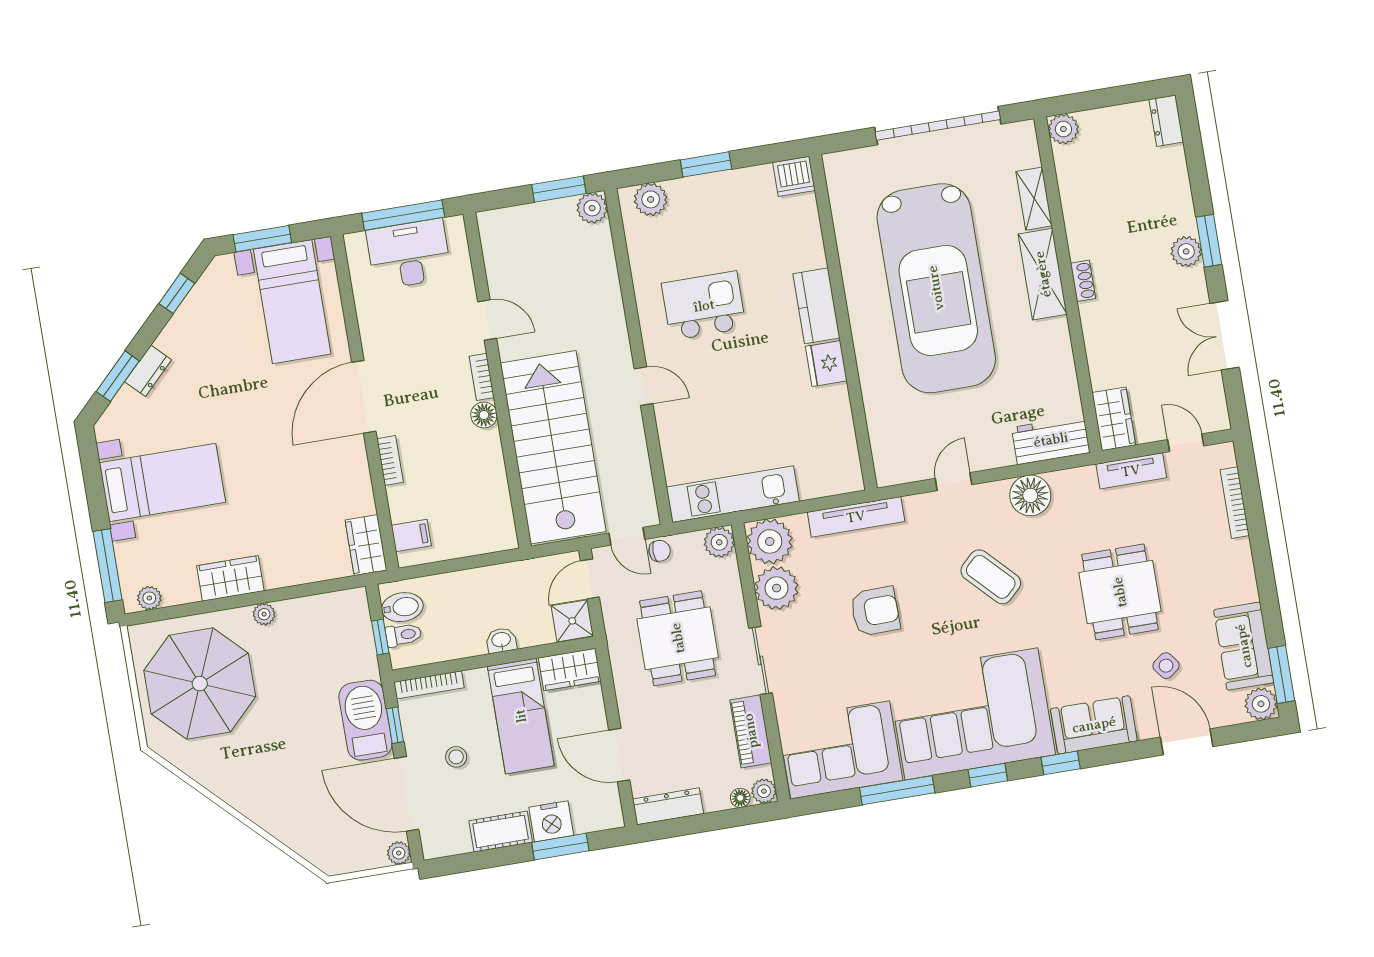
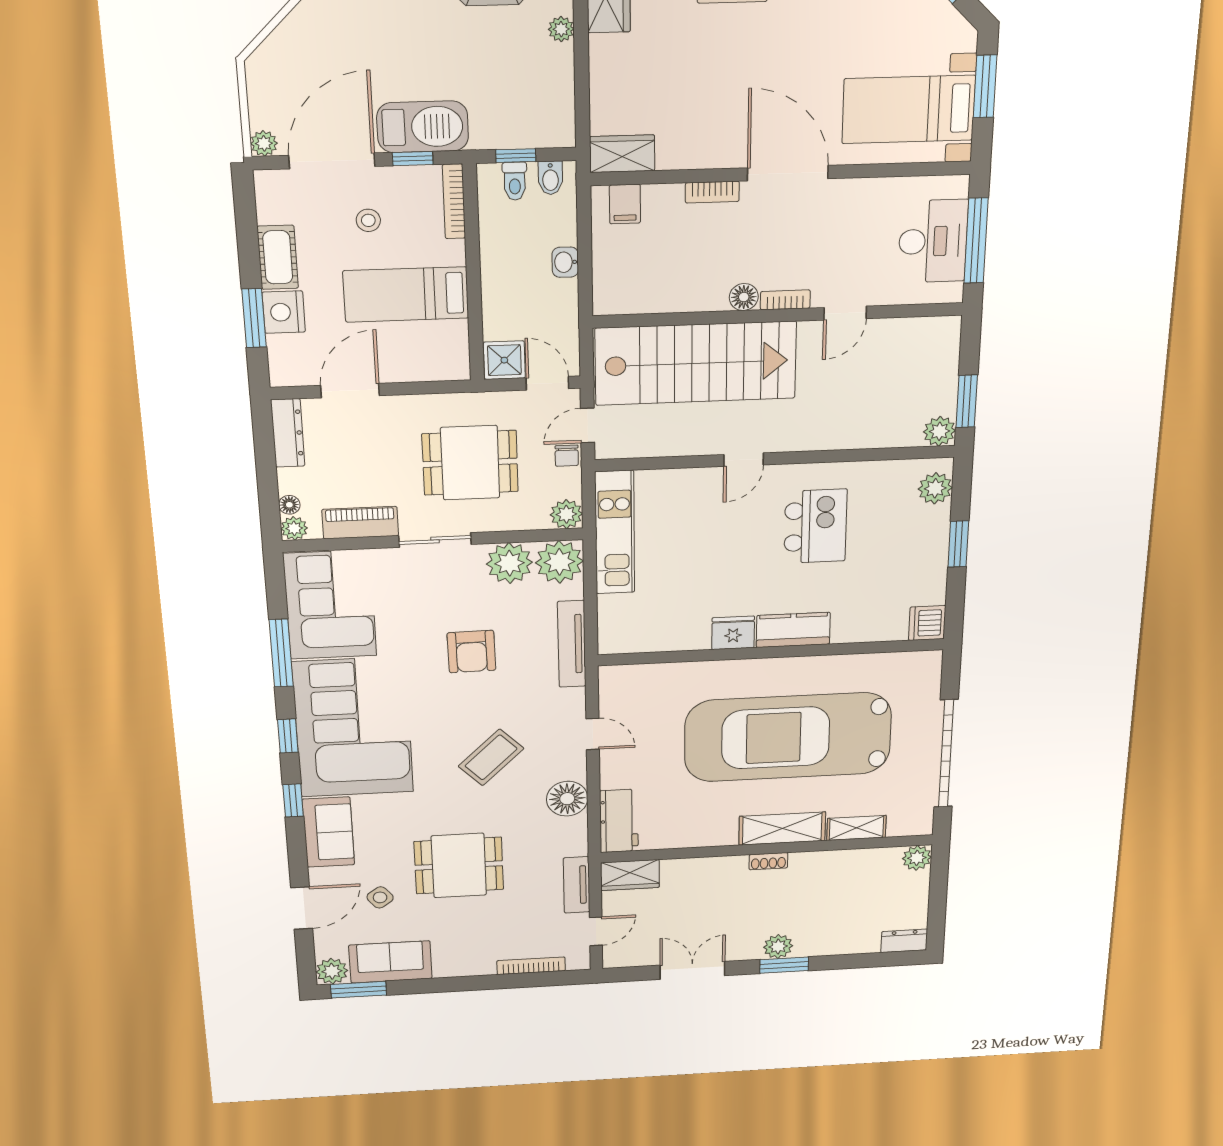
bidet: (402, 607) -> (550, 178), width x0.72, depth x0.74
washbasin: (501, 640) -> (565, 262), moved, turned 180
wardrobe: (570, 670) -> (451, 351), removed

